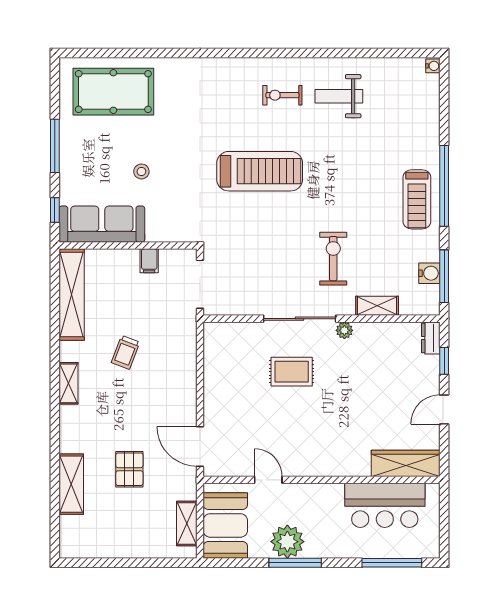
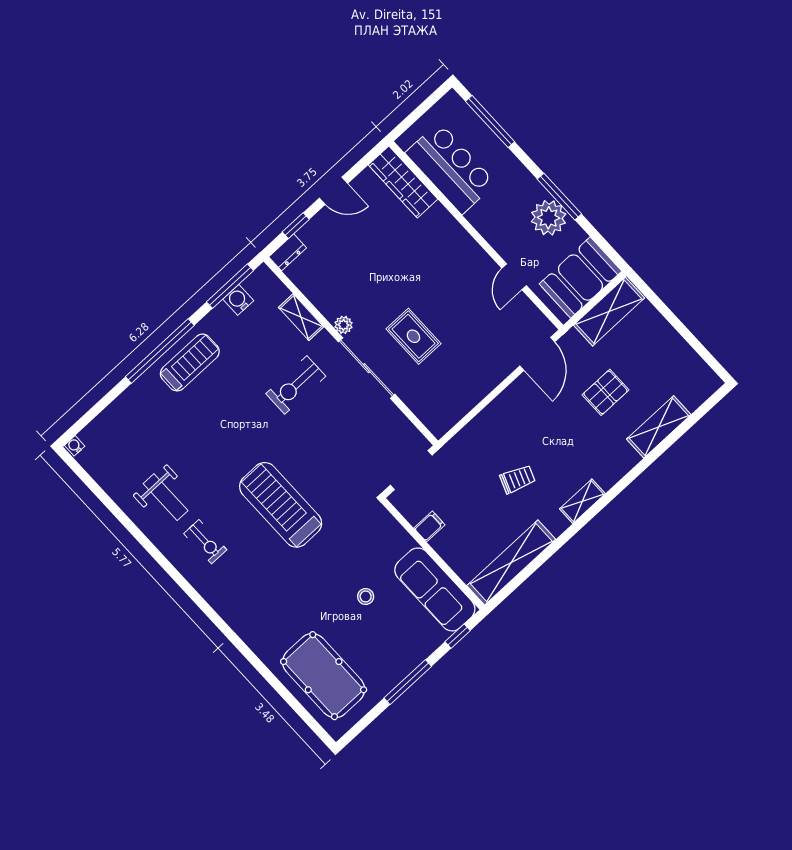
shelving: (187, 523) -> (609, 312), width x1.50, depth x1.33

